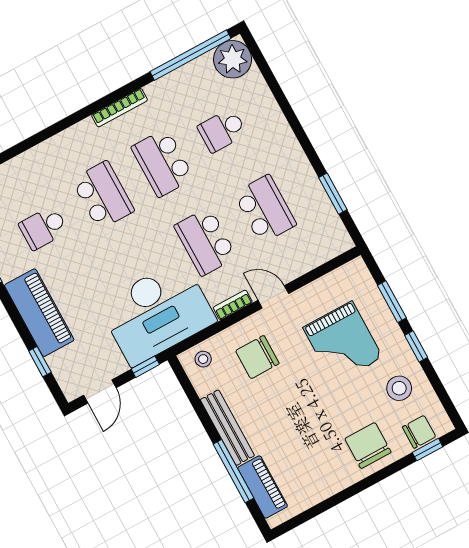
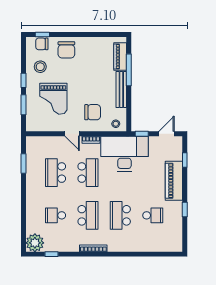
window: (191, 55) -> (52, 254), width x0.32
school desk: (222, 130) -> (56, 215), turned 180
grand piano: (343, 343) -> (53, 99), turned 180

